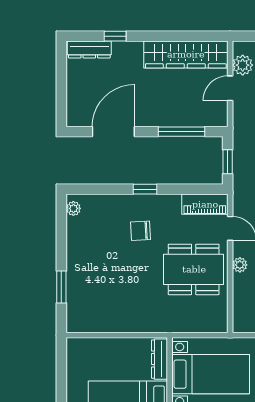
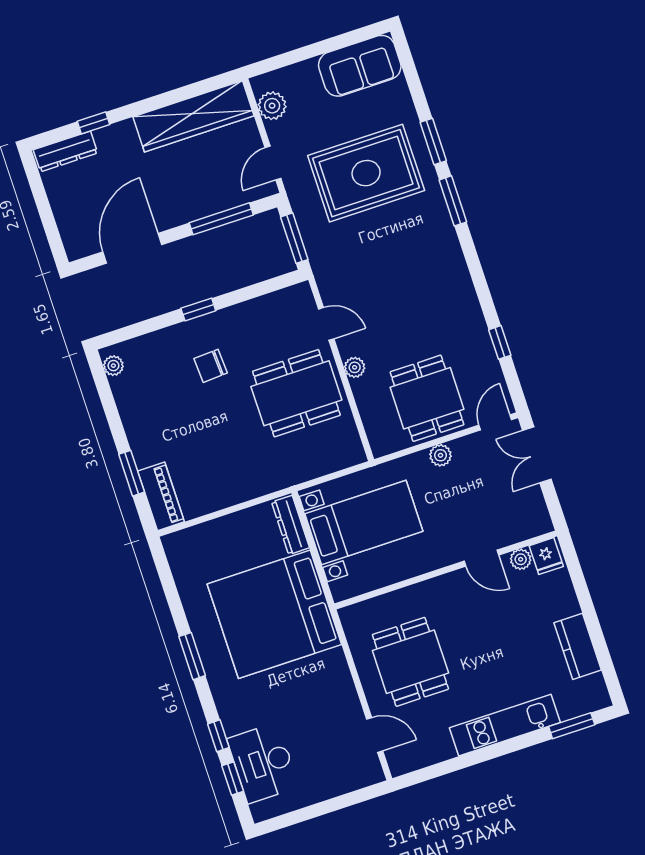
door: (230, 88) -> (273, 163), moved
window: (228, 162) -> (294, 238), width x1.50
piano: (205, 204) -> (161, 496), moved, turned -90

